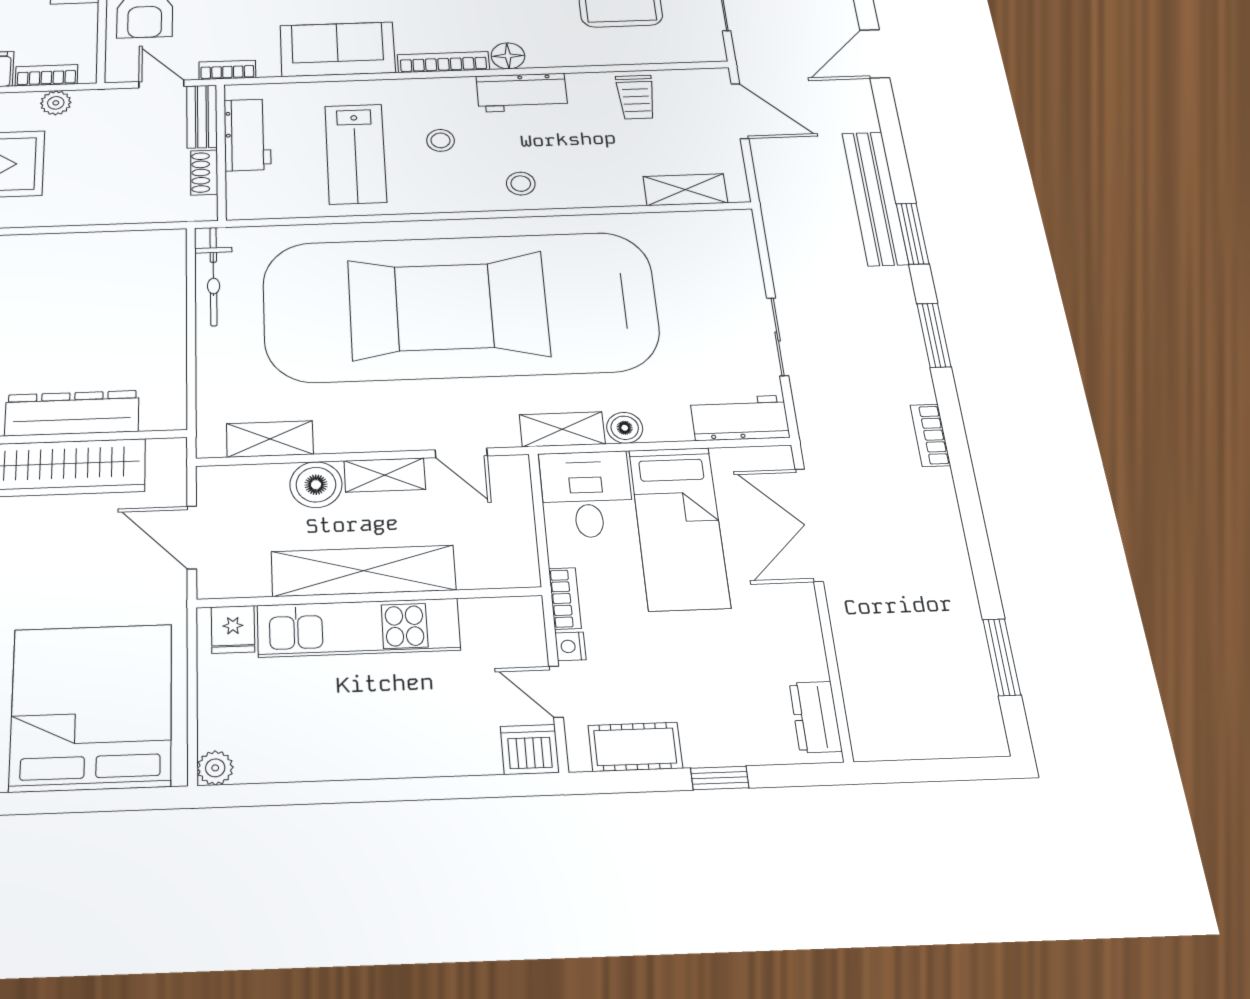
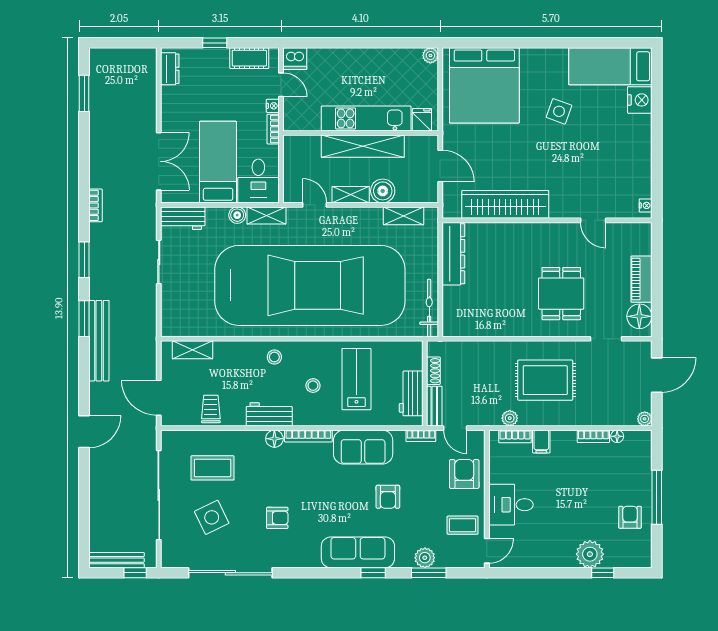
dresser: (72, 413) -> (453, 254), moved, turned -90

